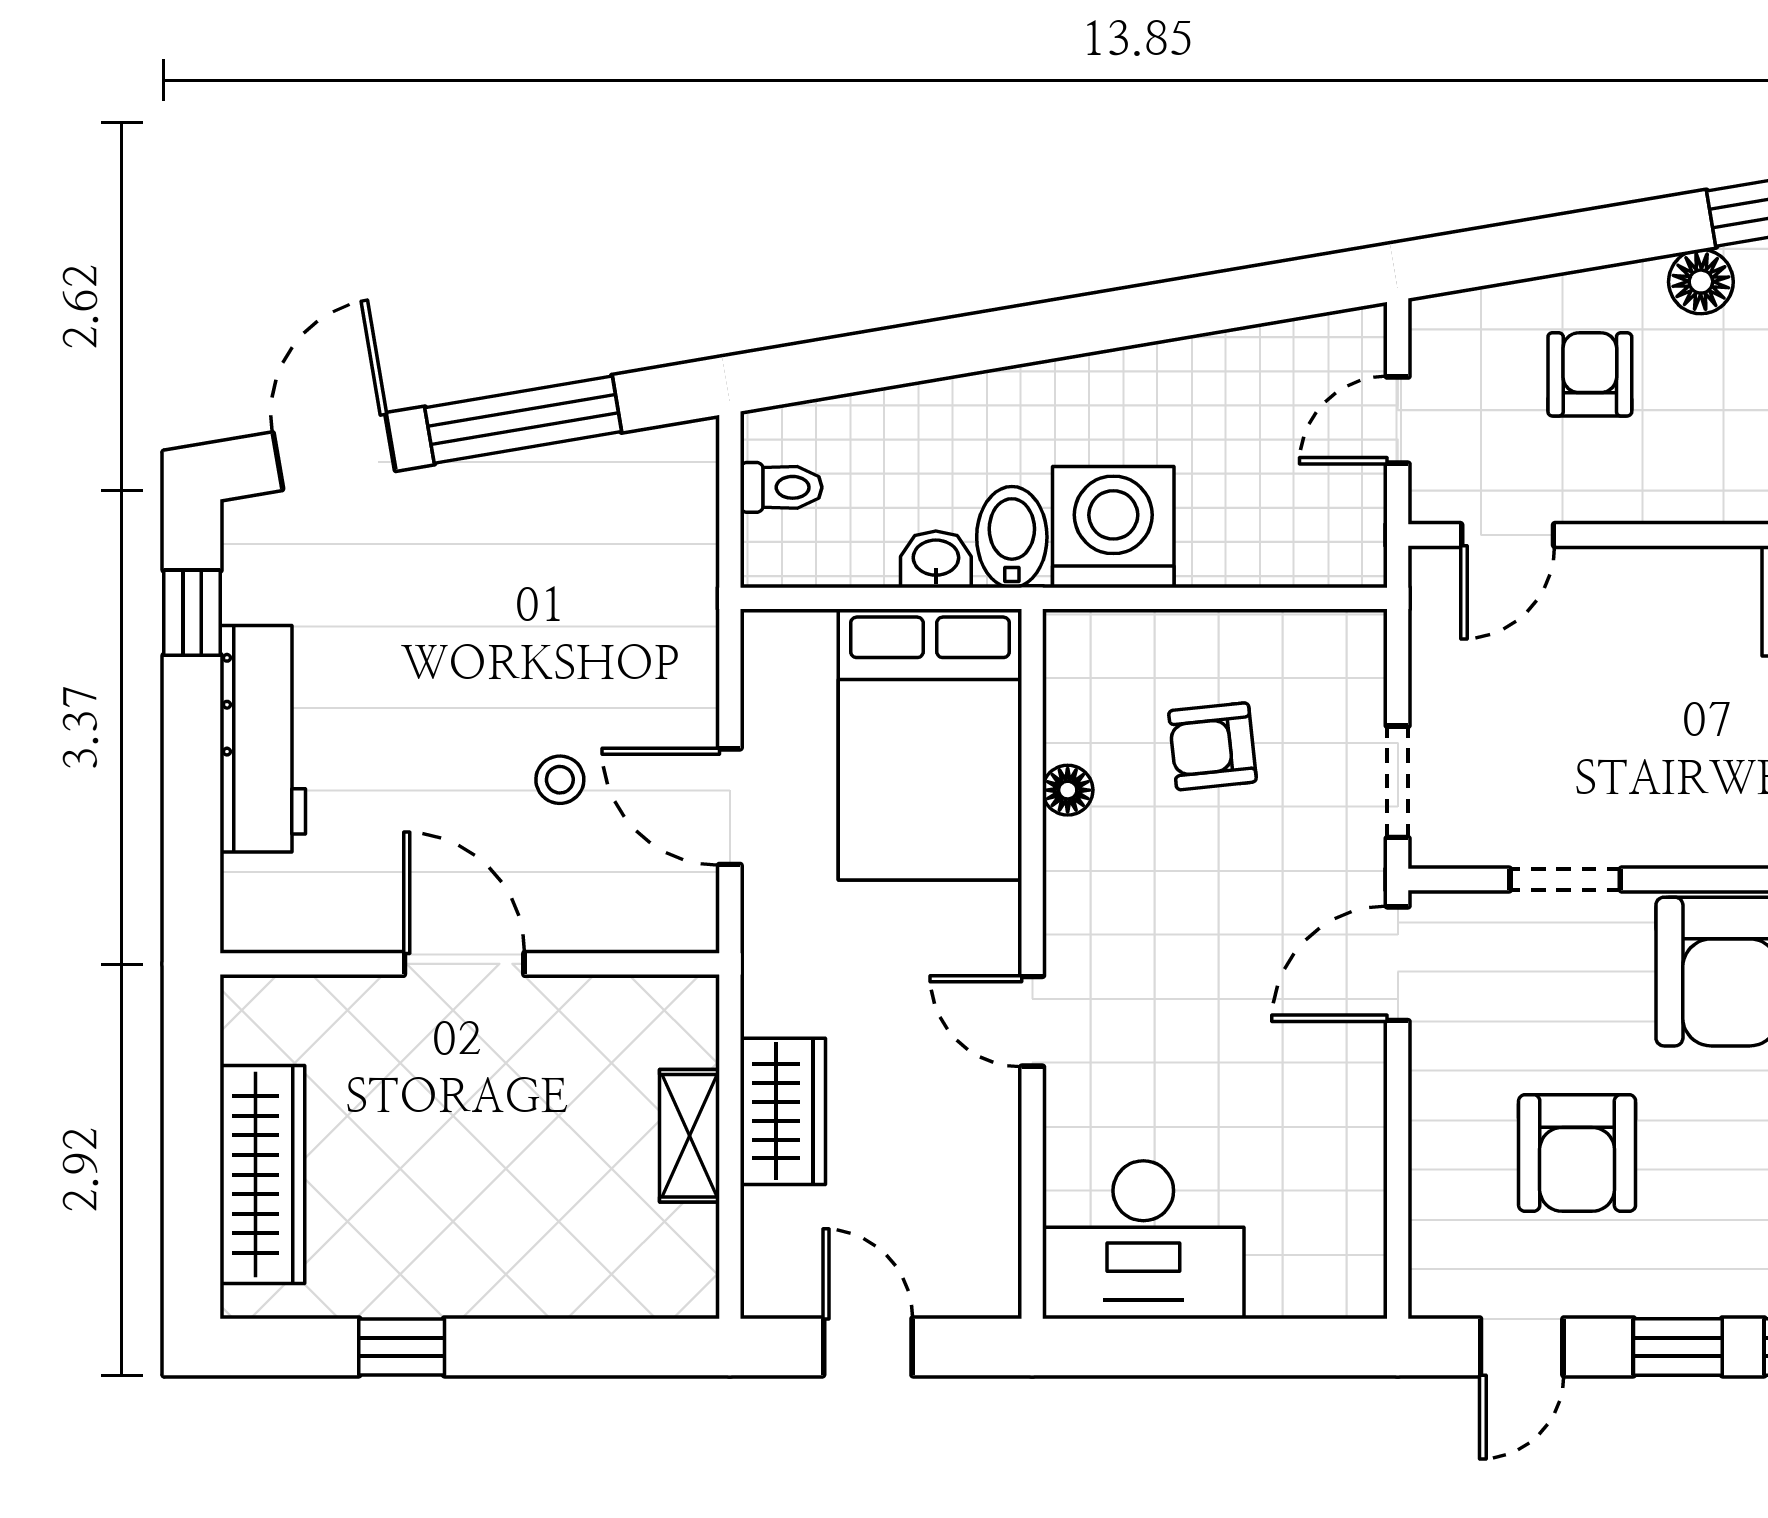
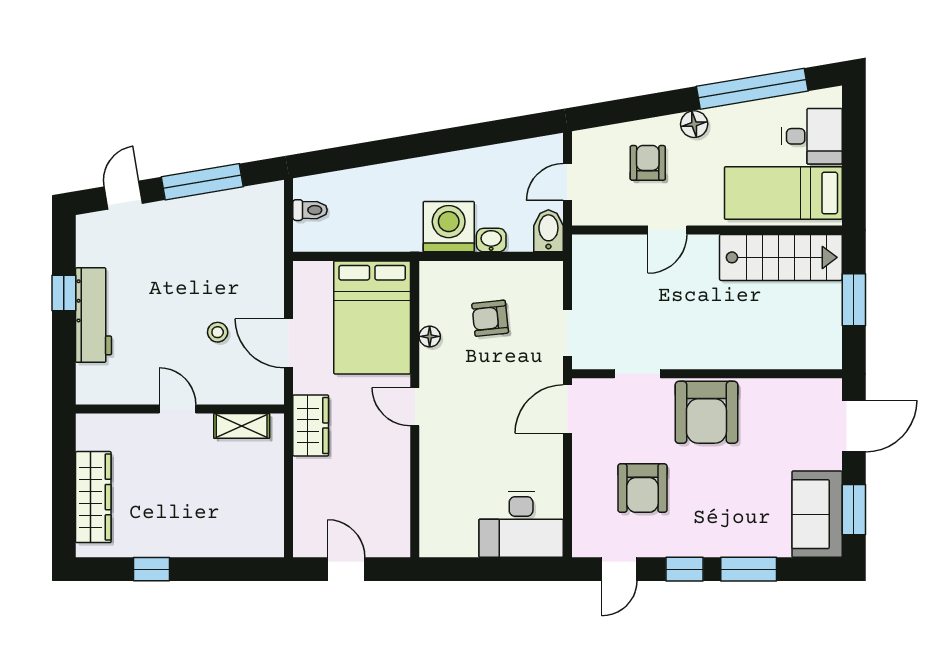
door: (334, 452) -> (123, 195), width x0.73
door: (1508, 535) -> (667, 230), moved
bidet: (1012, 537) -> (548, 231), moved
washbasin: (936, 559) -> (491, 240), moved
window: (192, 613) -> (64, 293), moved
door: (464, 964) -> (178, 409), width x0.73
door: (1032, 1021) -> (415, 407), moved
wardrobe: (783, 1111) -> (311, 425), moved
shelving: (689, 1136) -> (242, 426), moved, turned 90
desk: (1143, 1240) -> (521, 524), moved

